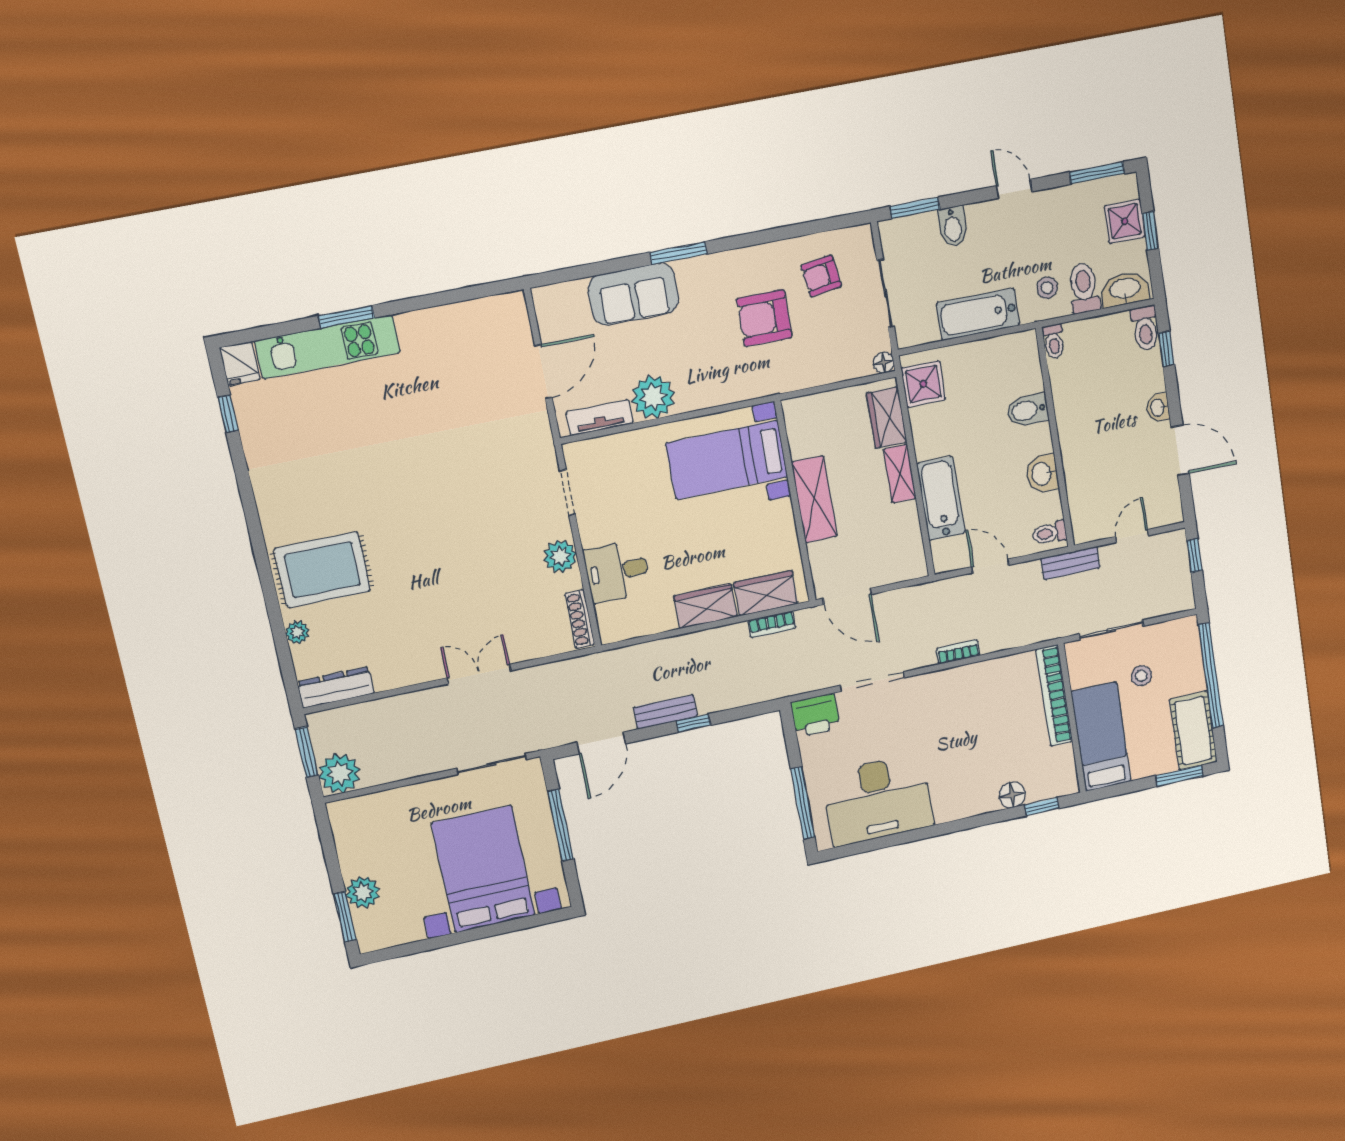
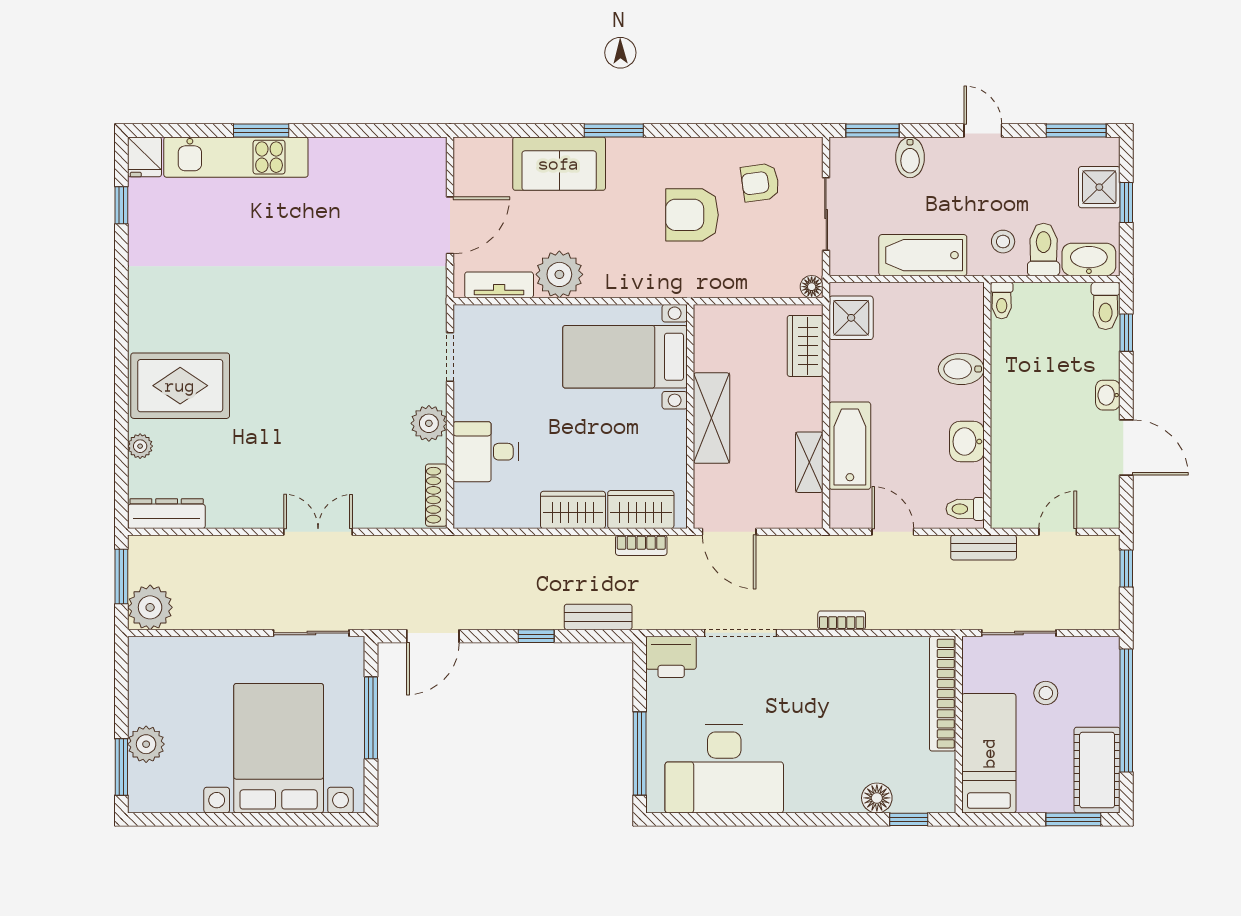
shelving: (900, 474) -> (809, 462), moved
bench: (665, 712) -> (598, 617), moved

